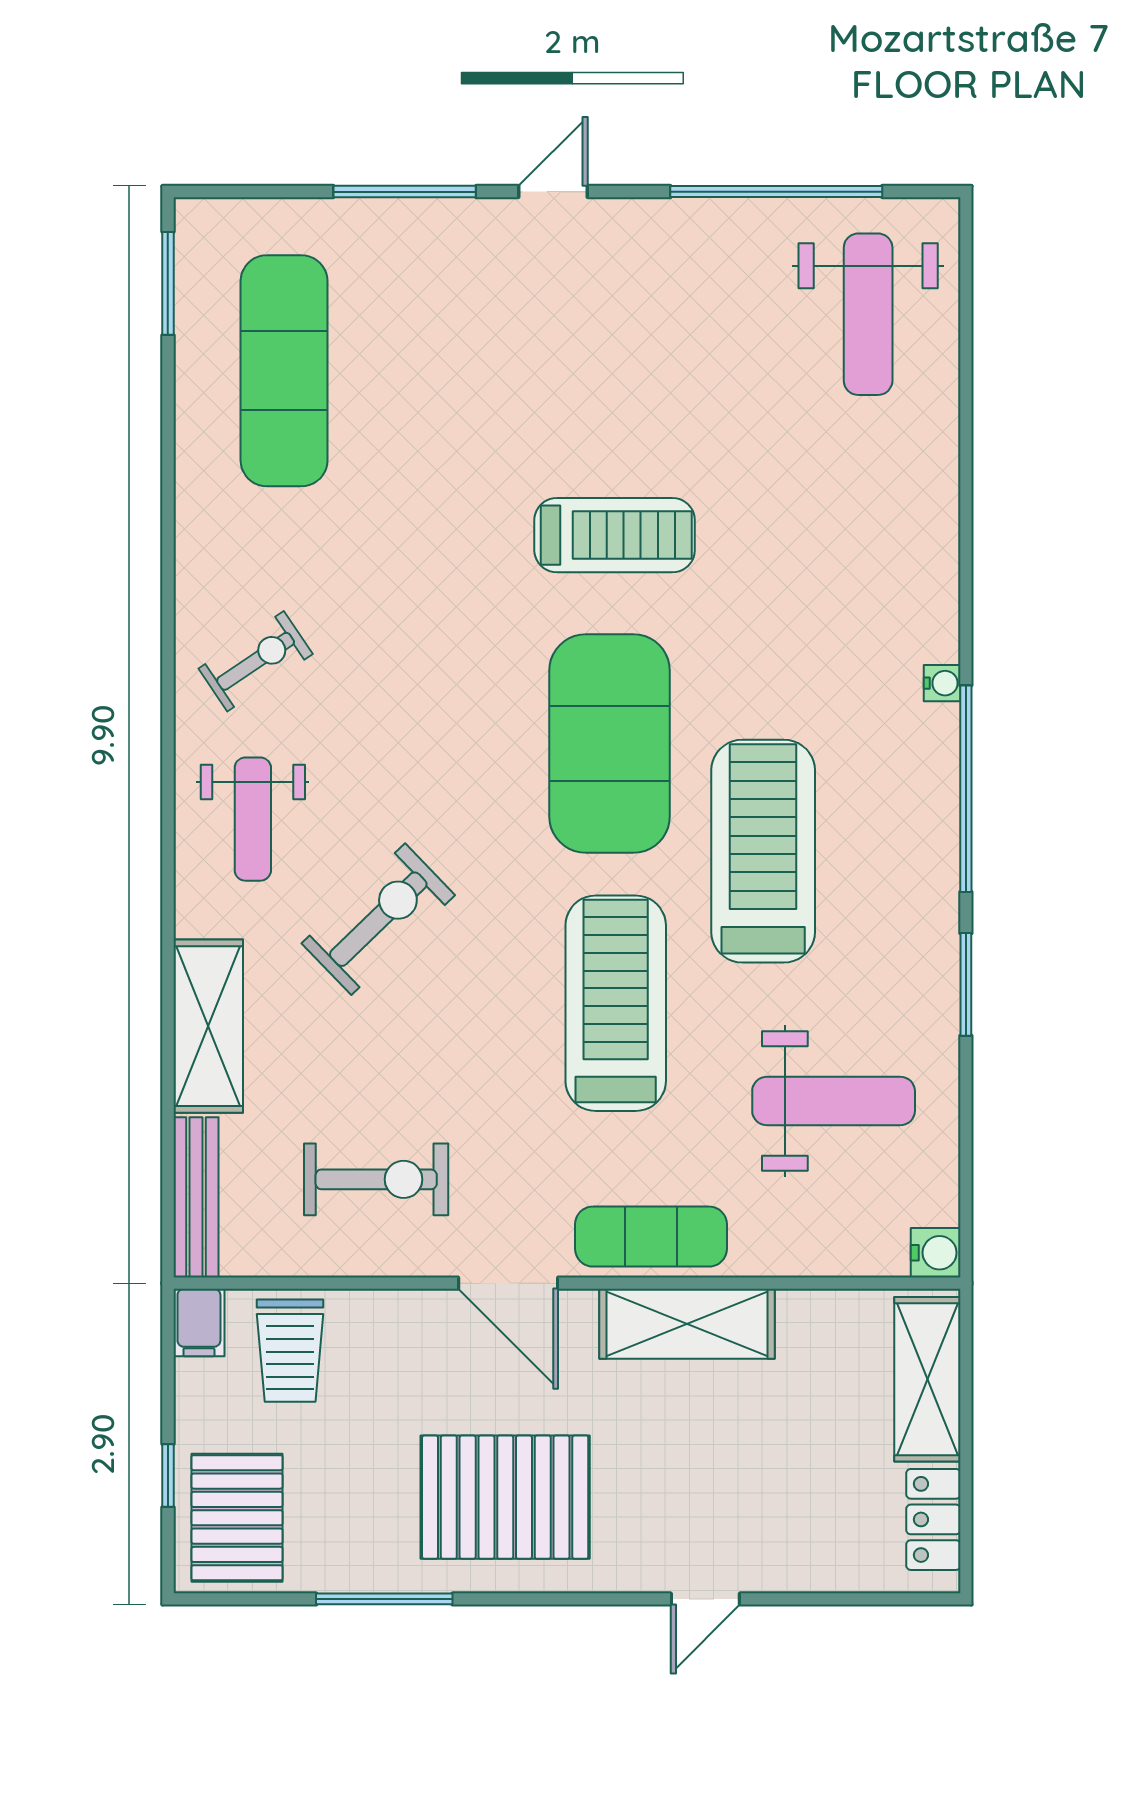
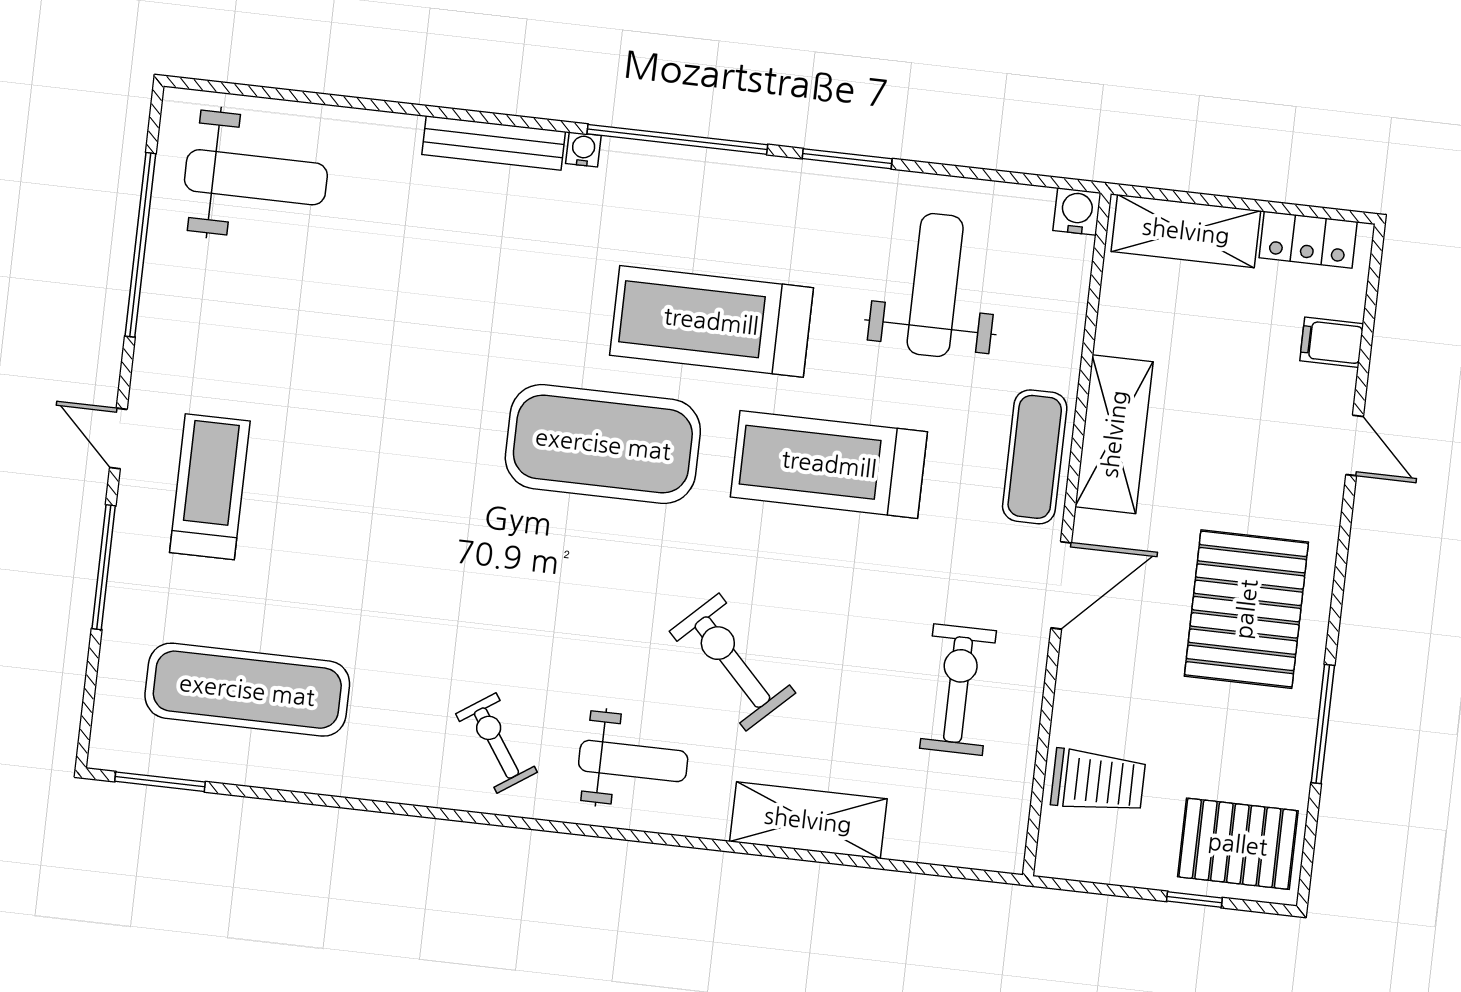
treadmill: (615, 535) -> (210, 487), moved
bench: (196, 1197) -> (494, 143), moved
filing cabinet: (199, 1323) -> (1332, 342), moved, turned 180

